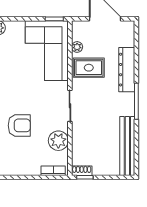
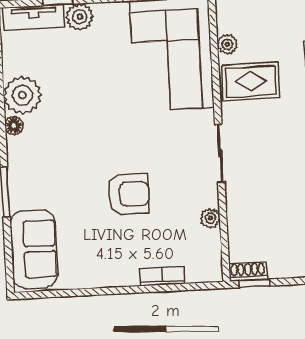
plant: (58, 141) -> (210, 218), width x0.53, depth x0.53
bookcase: (53, 171) -> (162, 276), moved

